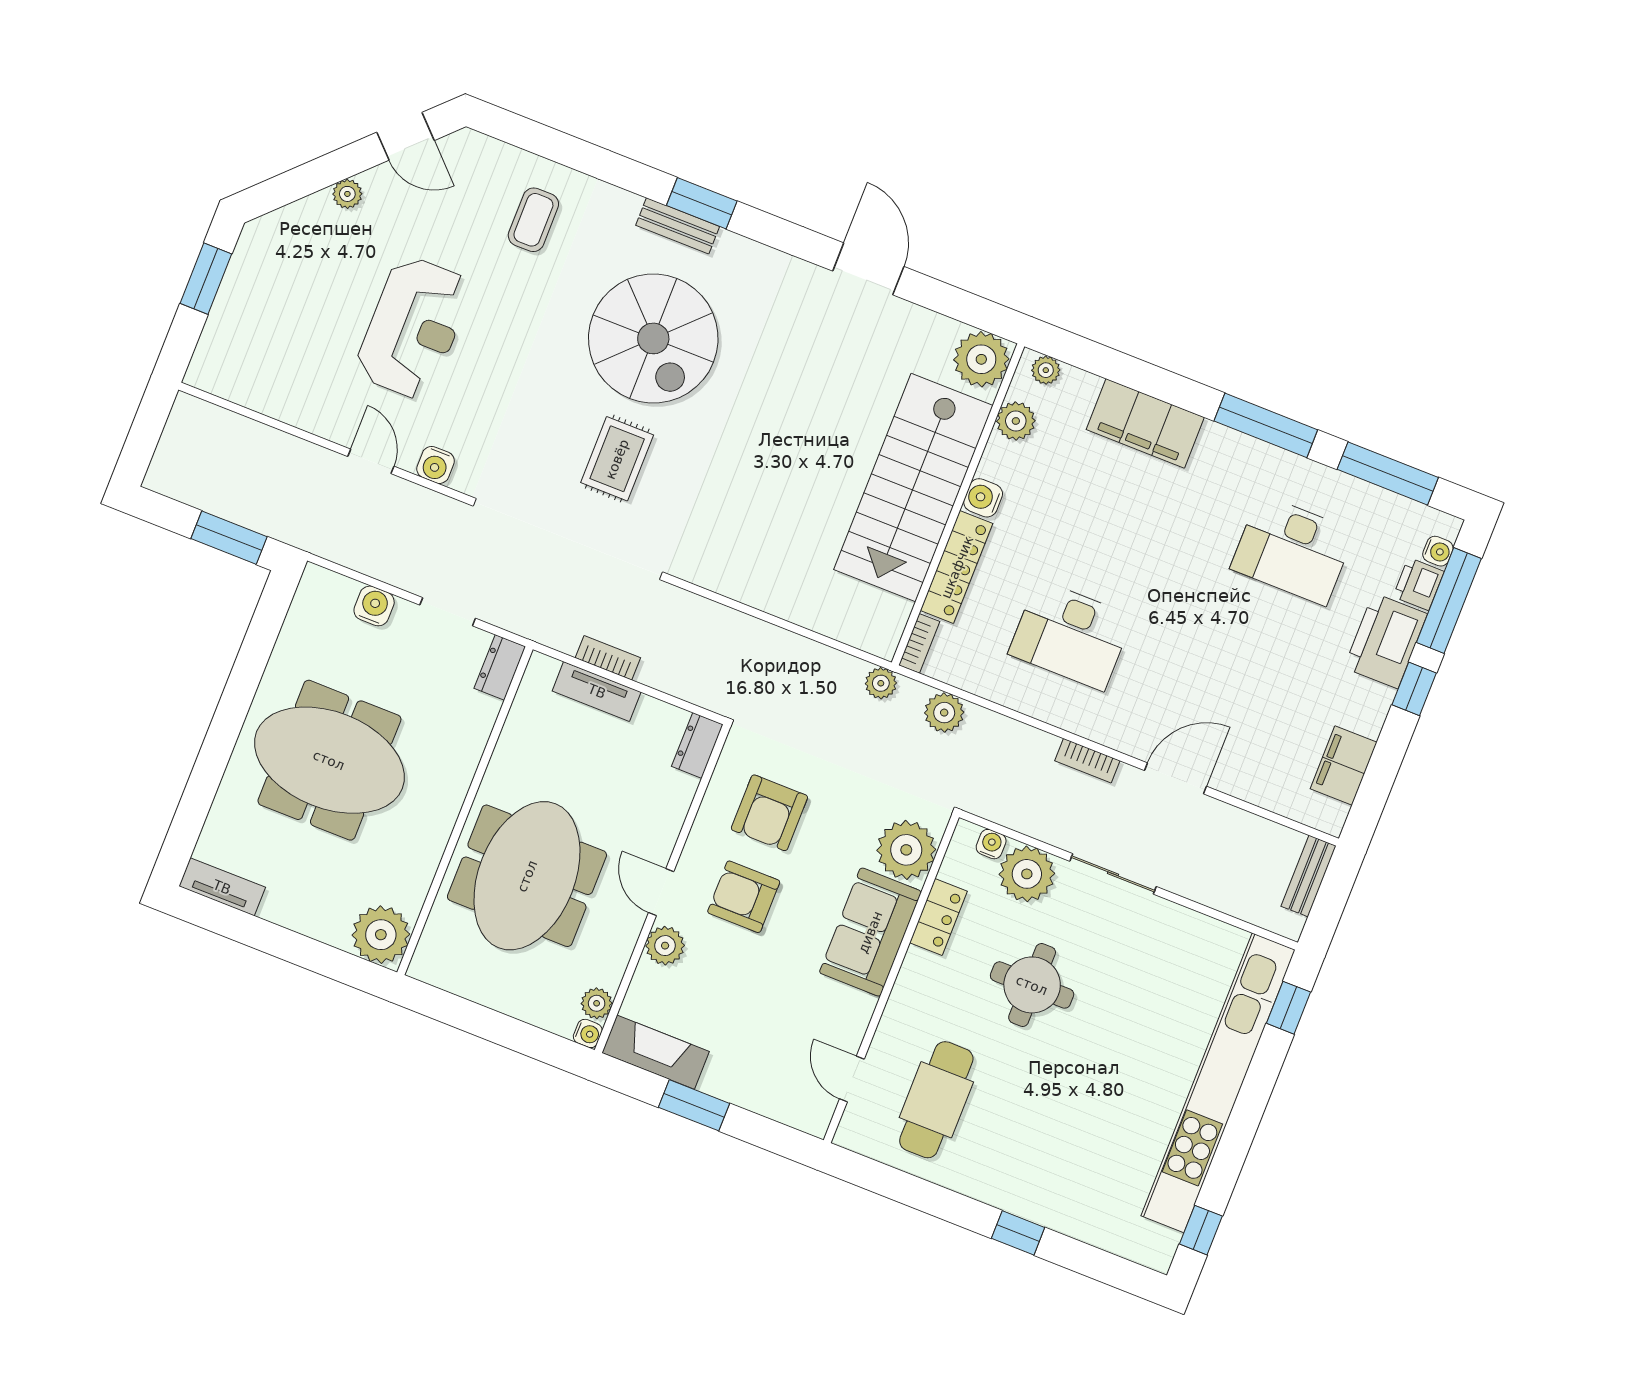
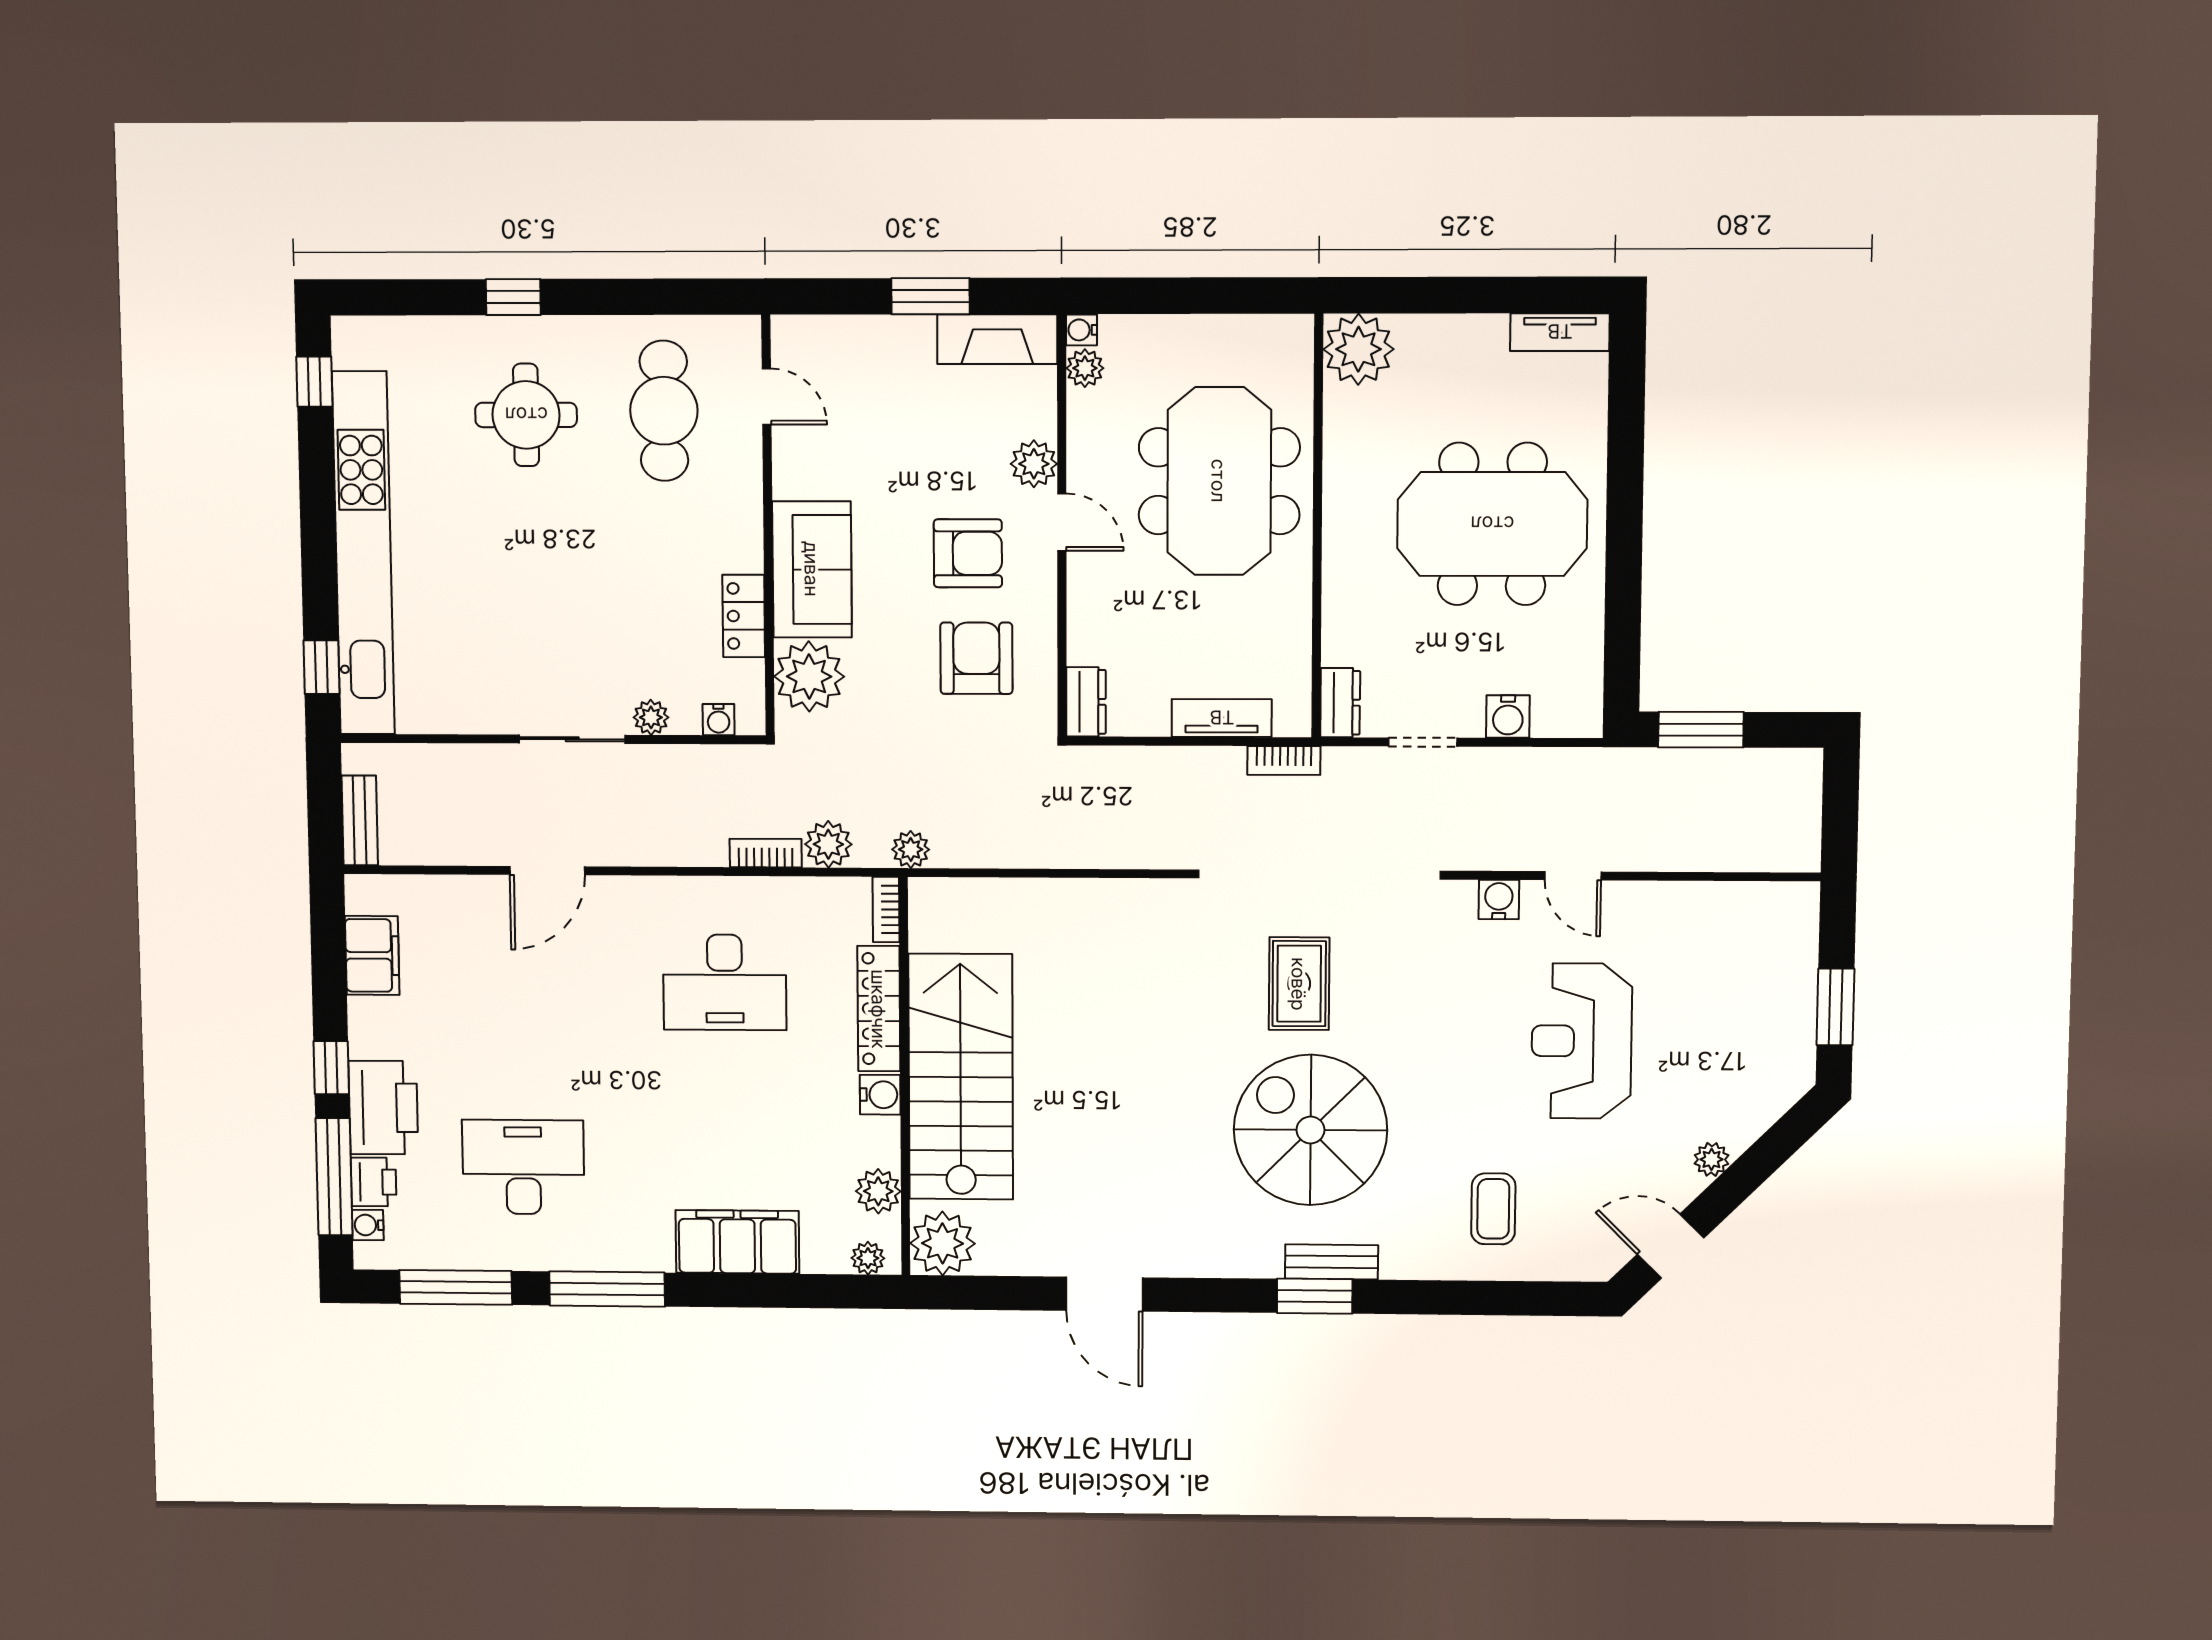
desk: (1071, 635) -> (725, 982), turned 180
bookcase: (608, 658) -> (1284, 761), moved
bookcase: (1087, 761) -> (766, 853), moved
plant: (1027, 874) -> (651, 717), width x0.53, depth x0.53
round table: (1032, 985) -> (526, 415), moved

